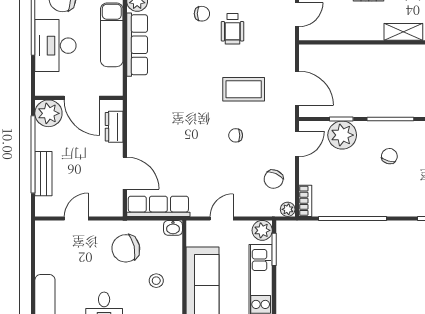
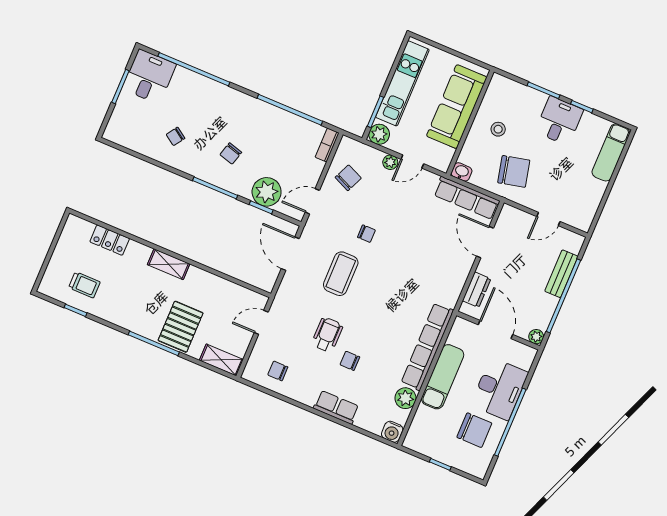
row of seats: (137, 45) -> (427, 347), width x1.36
coffee table: (244, 89) -> (341, 274), turned 90
plant: (48, 113) -> (536, 337), width x0.53, depth x0.53
plant: (288, 209) -> (390, 162), moved

